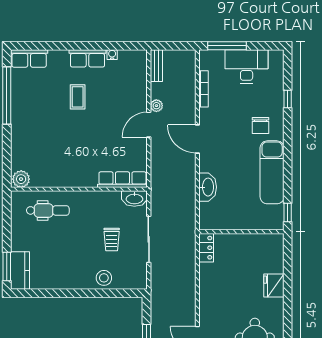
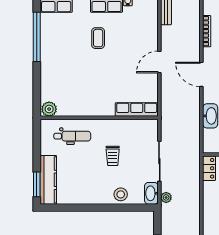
plant: (156, 106) -> (166, 197), moved
washbasin: (134, 199) -> (151, 193), moved, turned 90
trolley: (112, 240) -> (113, 156), moved
kitchen counter: (20, 271) -> (48, 180), width x1.50

